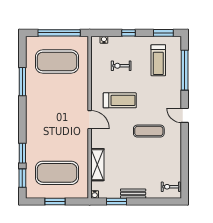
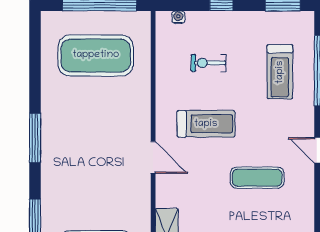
treadmill: (158, 60) -> (280, 72), moved
window: (22, 82) -> (35, 138), moved

